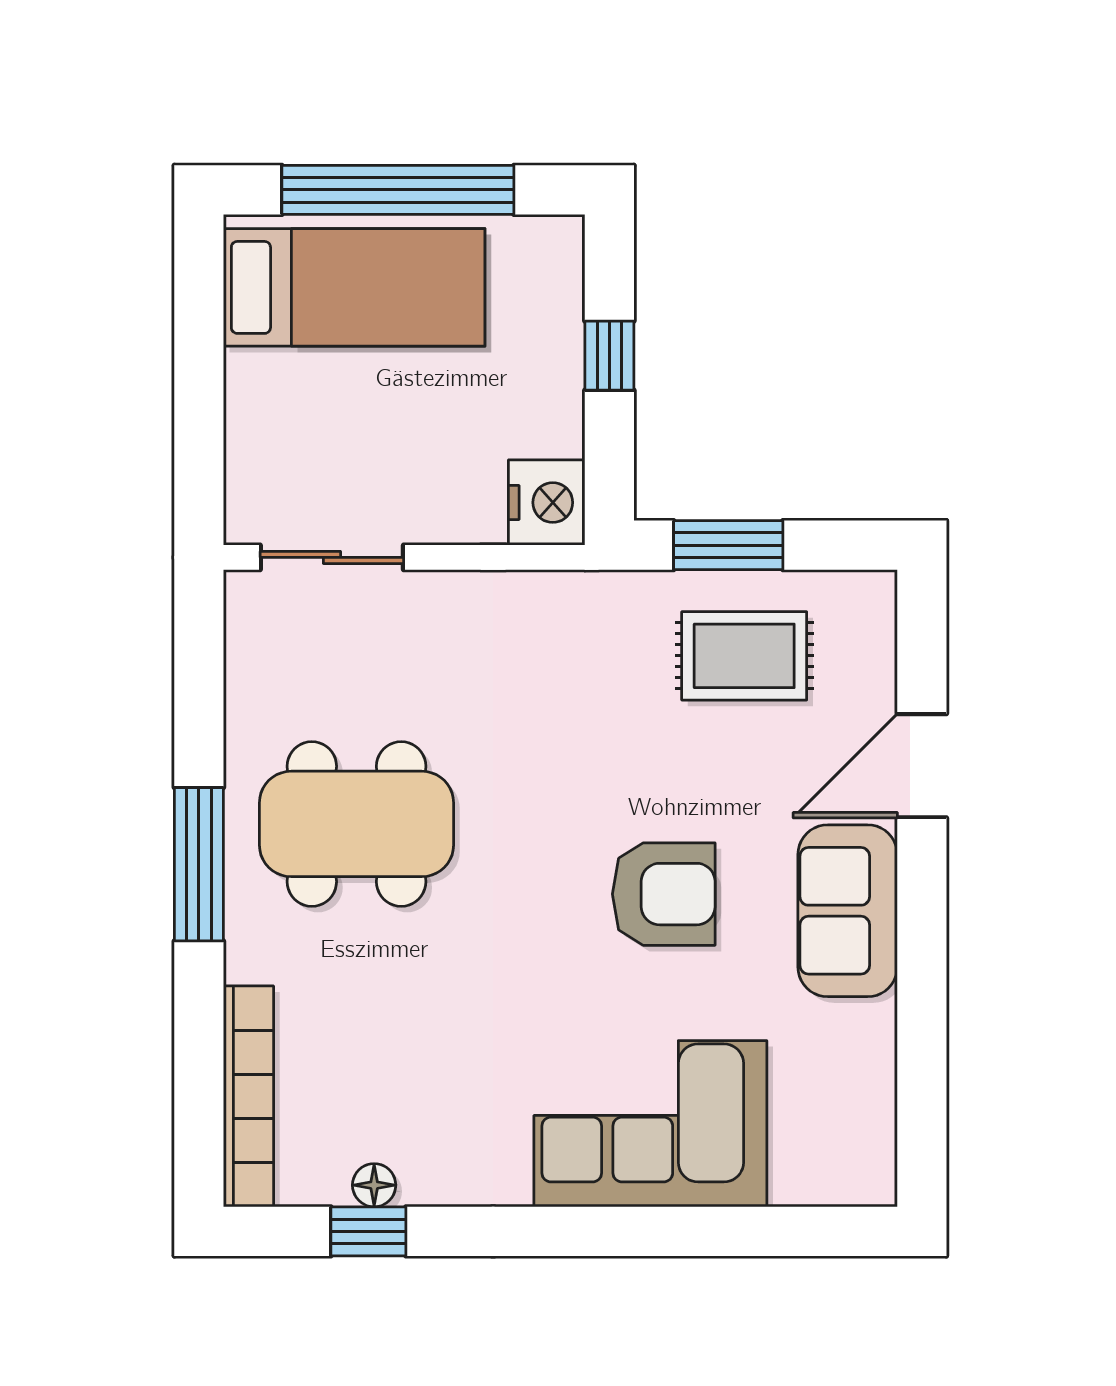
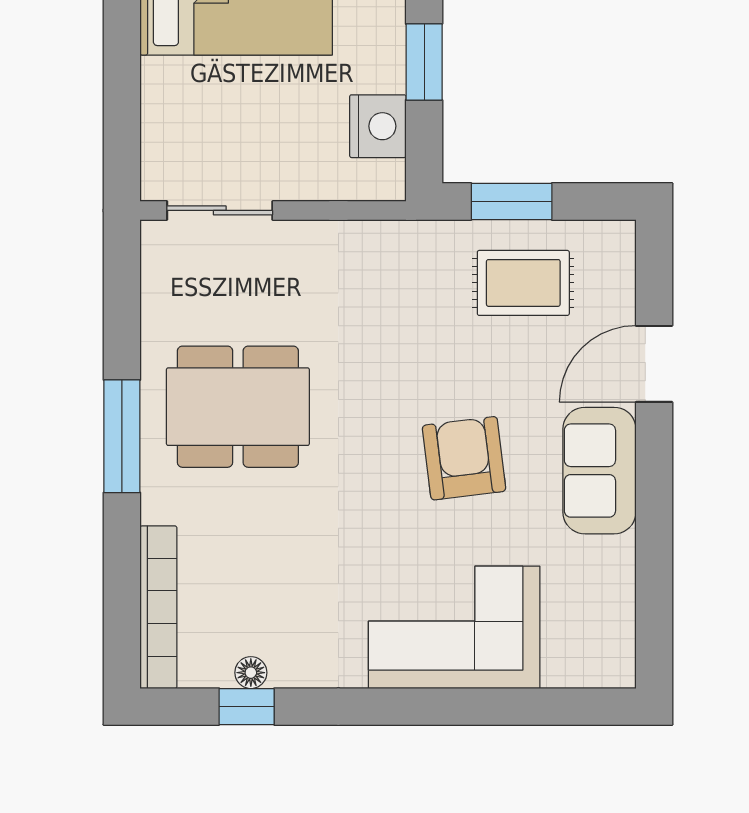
window: (609, 356) -> (424, 62), width x1.50
nightstand: (547, 503) -> (378, 126), moved
armchair: (664, 894) -> (464, 458), turned -97

